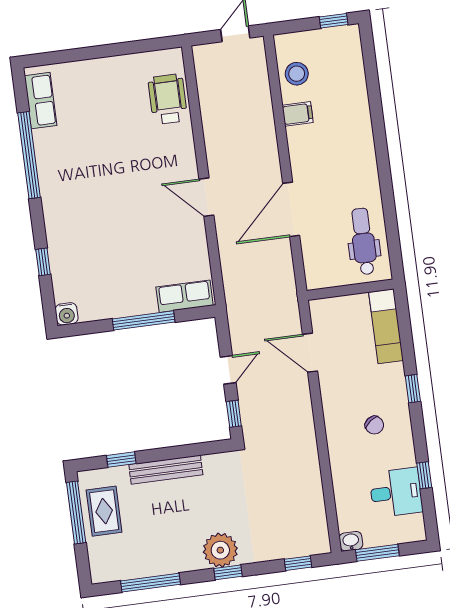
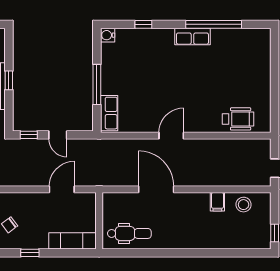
row of seats: (41, 101) -> (192, 37), moved
window: (121, 460) -> (9, 80), moved

